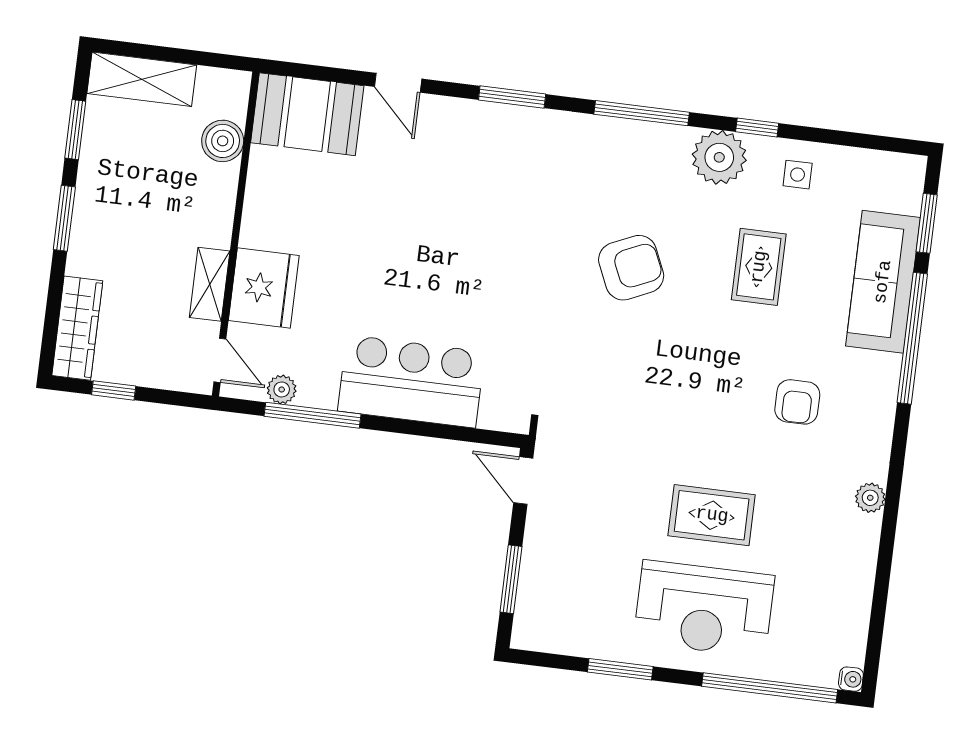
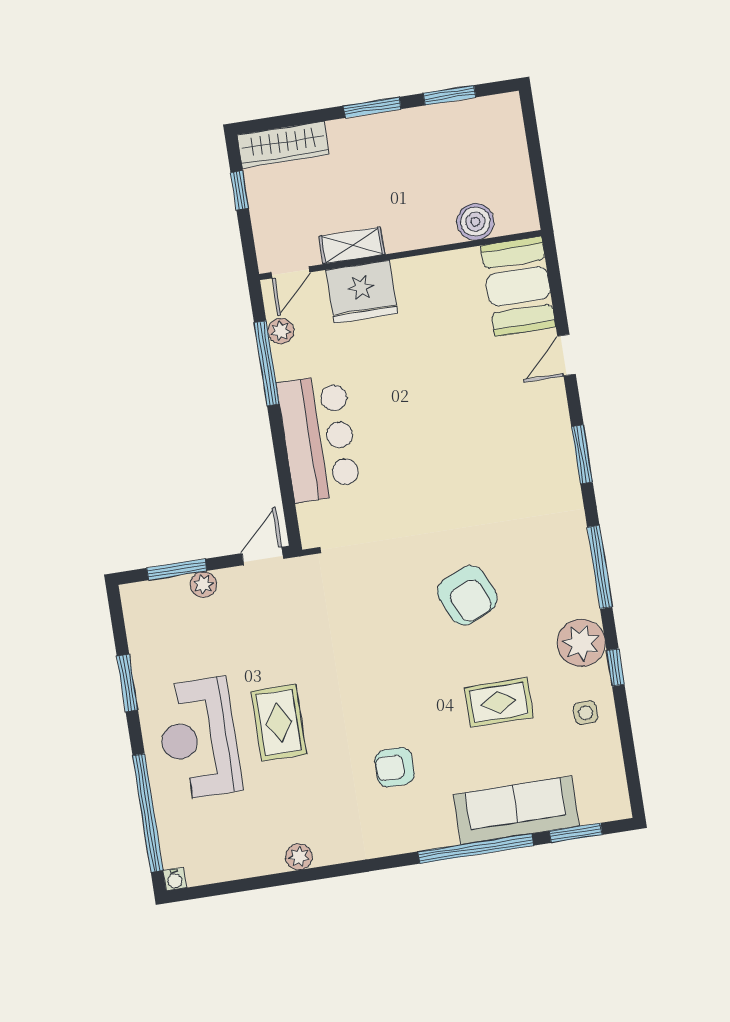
shelving: (142, 79) -> (508, 139), removed
plant: (870, 498) -> (299, 857), moved
plant: (536, 555) -> (203, 585), added

